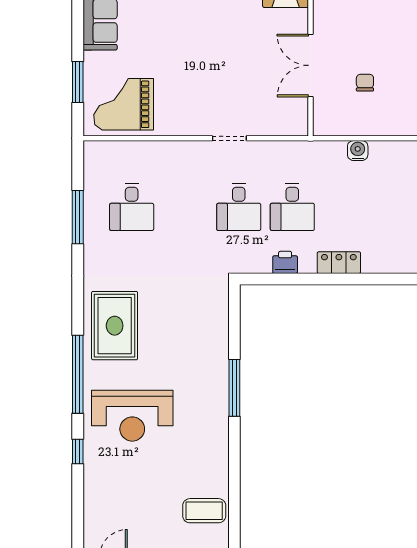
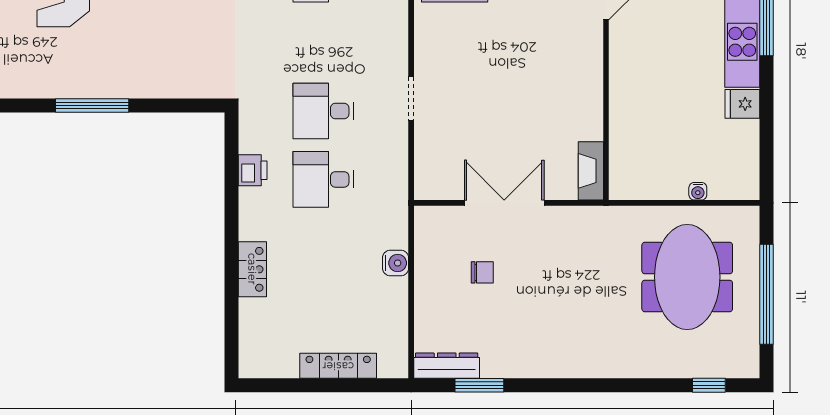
locker: (339, 263) -> (252, 269), moved

